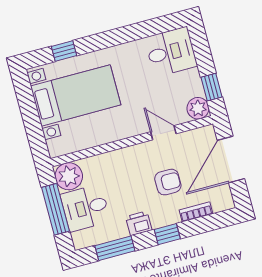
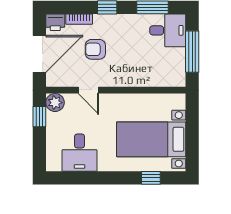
desk: (171, 52) -> (80, 153), moved, turned -90
plant: (69, 176) -> (174, 76), removed
desk: (85, 208) -> (168, 30), moved
printer: (139, 223) -> (55, 22), moved

